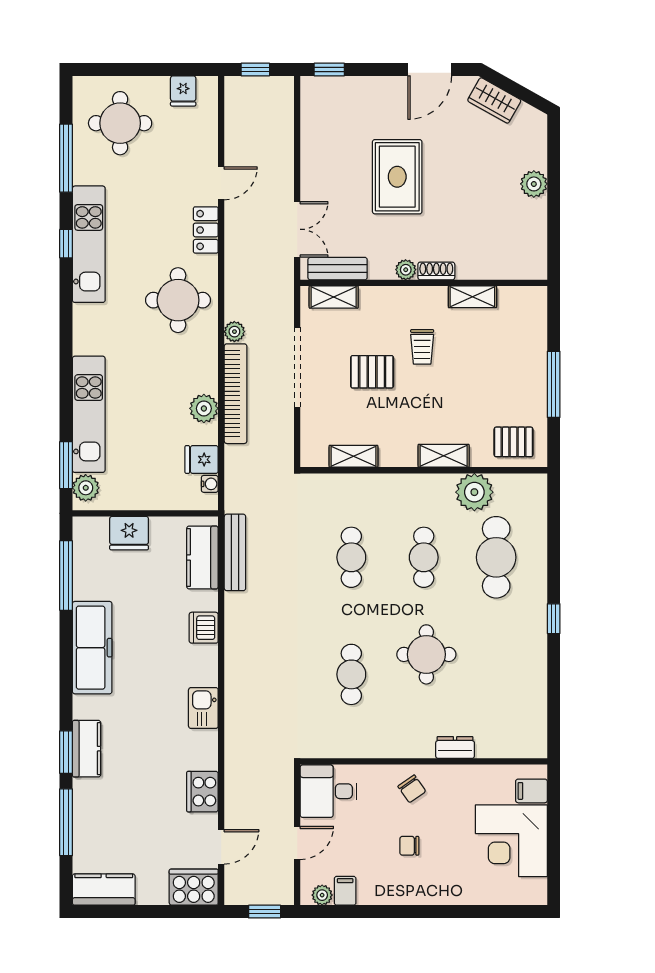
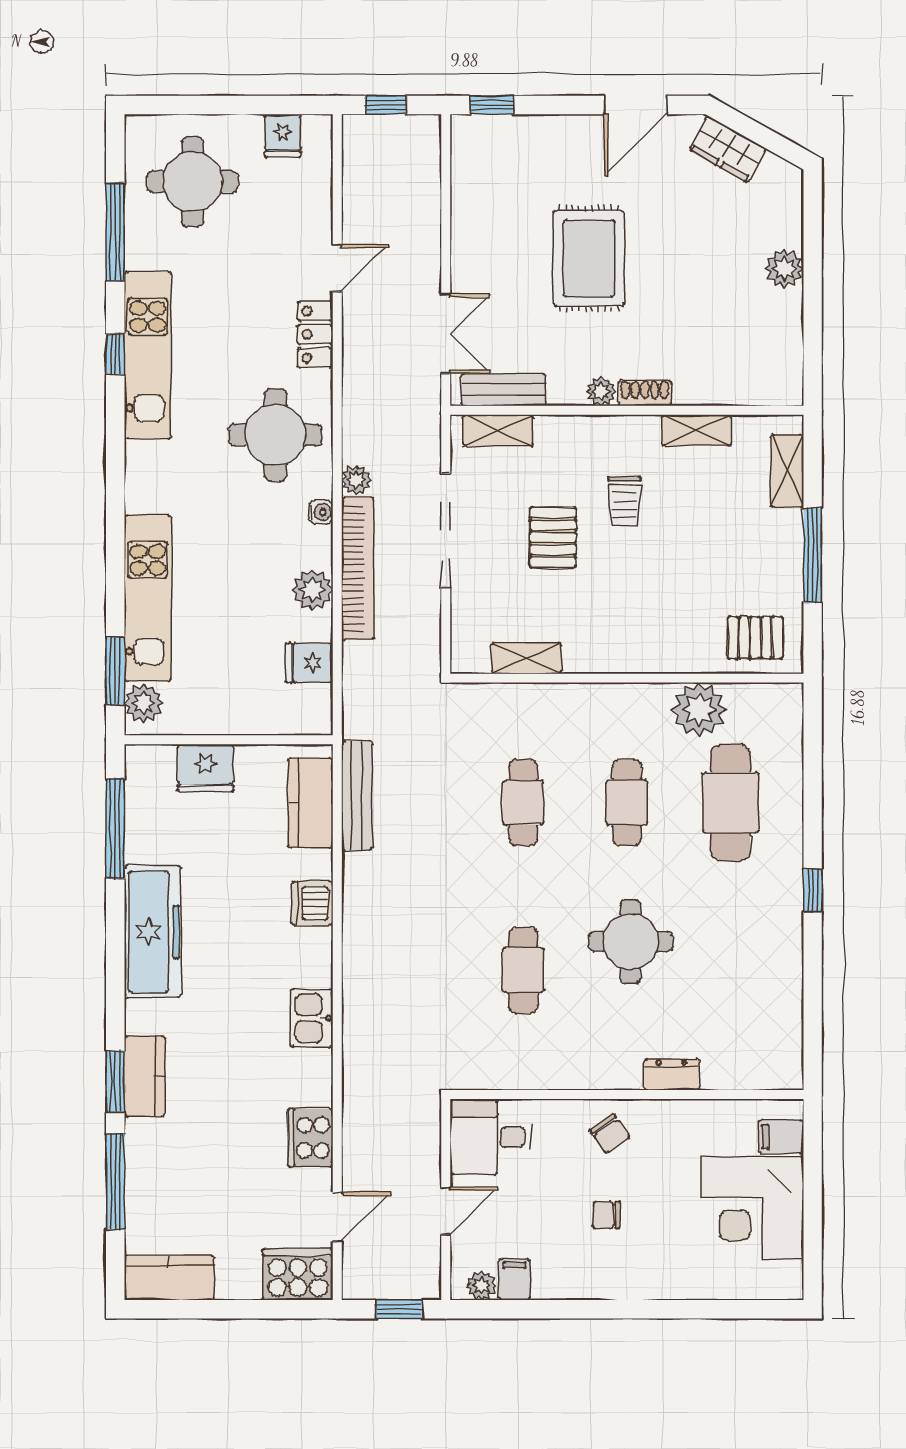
pallet: (372, 372) -> (553, 537), turned 90
shelving: (444, 456) -> (787, 471), moved, turned 90
water cooler: (210, 484) -> (321, 512), moved

